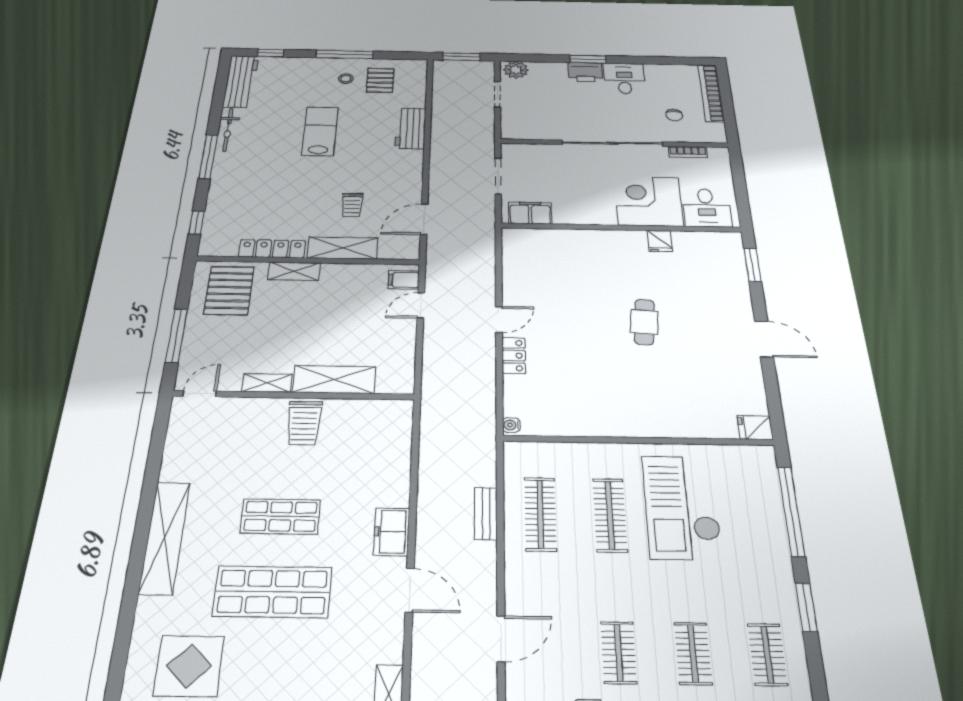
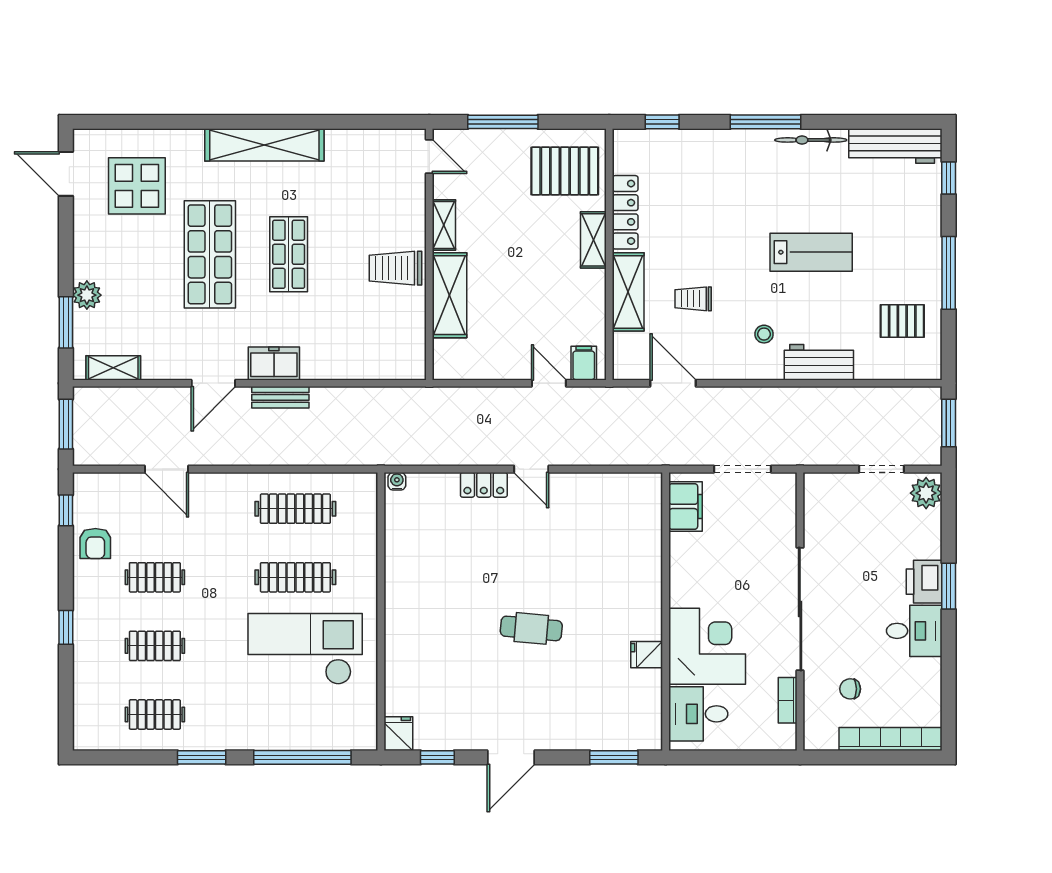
stool: (346, 79) -> (764, 334), moved
window: (773, 396) -> (437, 757), added
bench: (486, 513) -> (280, 397), moved

